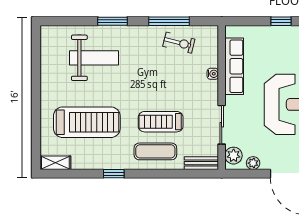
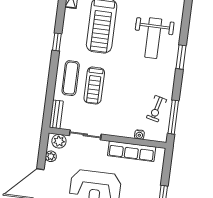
window: (169, 21) -> (173, 117), moved
water cooler: (213, 74) -> (139, 135), moved
treadmill: (161, 122) -> (94, 85), turned 180

